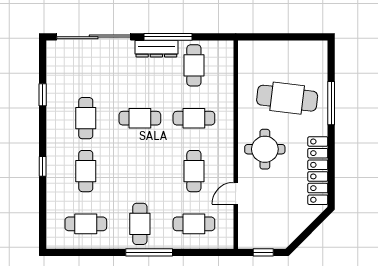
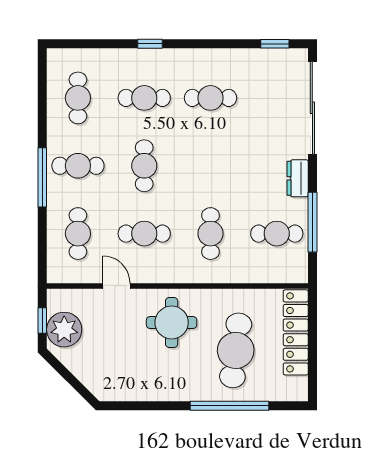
window: (168, 37) -> (312, 222), moved
dresser: (156, 49) -> (298, 178), width x0.70
window: (43, 95) -> (275, 44), moved
window: (331, 103) -> (229, 406), width x1.46
cafe table: (140, 118) -> (144, 166), moved
locker: (318, 171) -> (296, 332), moved, turned -90
plant: (271, 235) -> (64, 330), added

